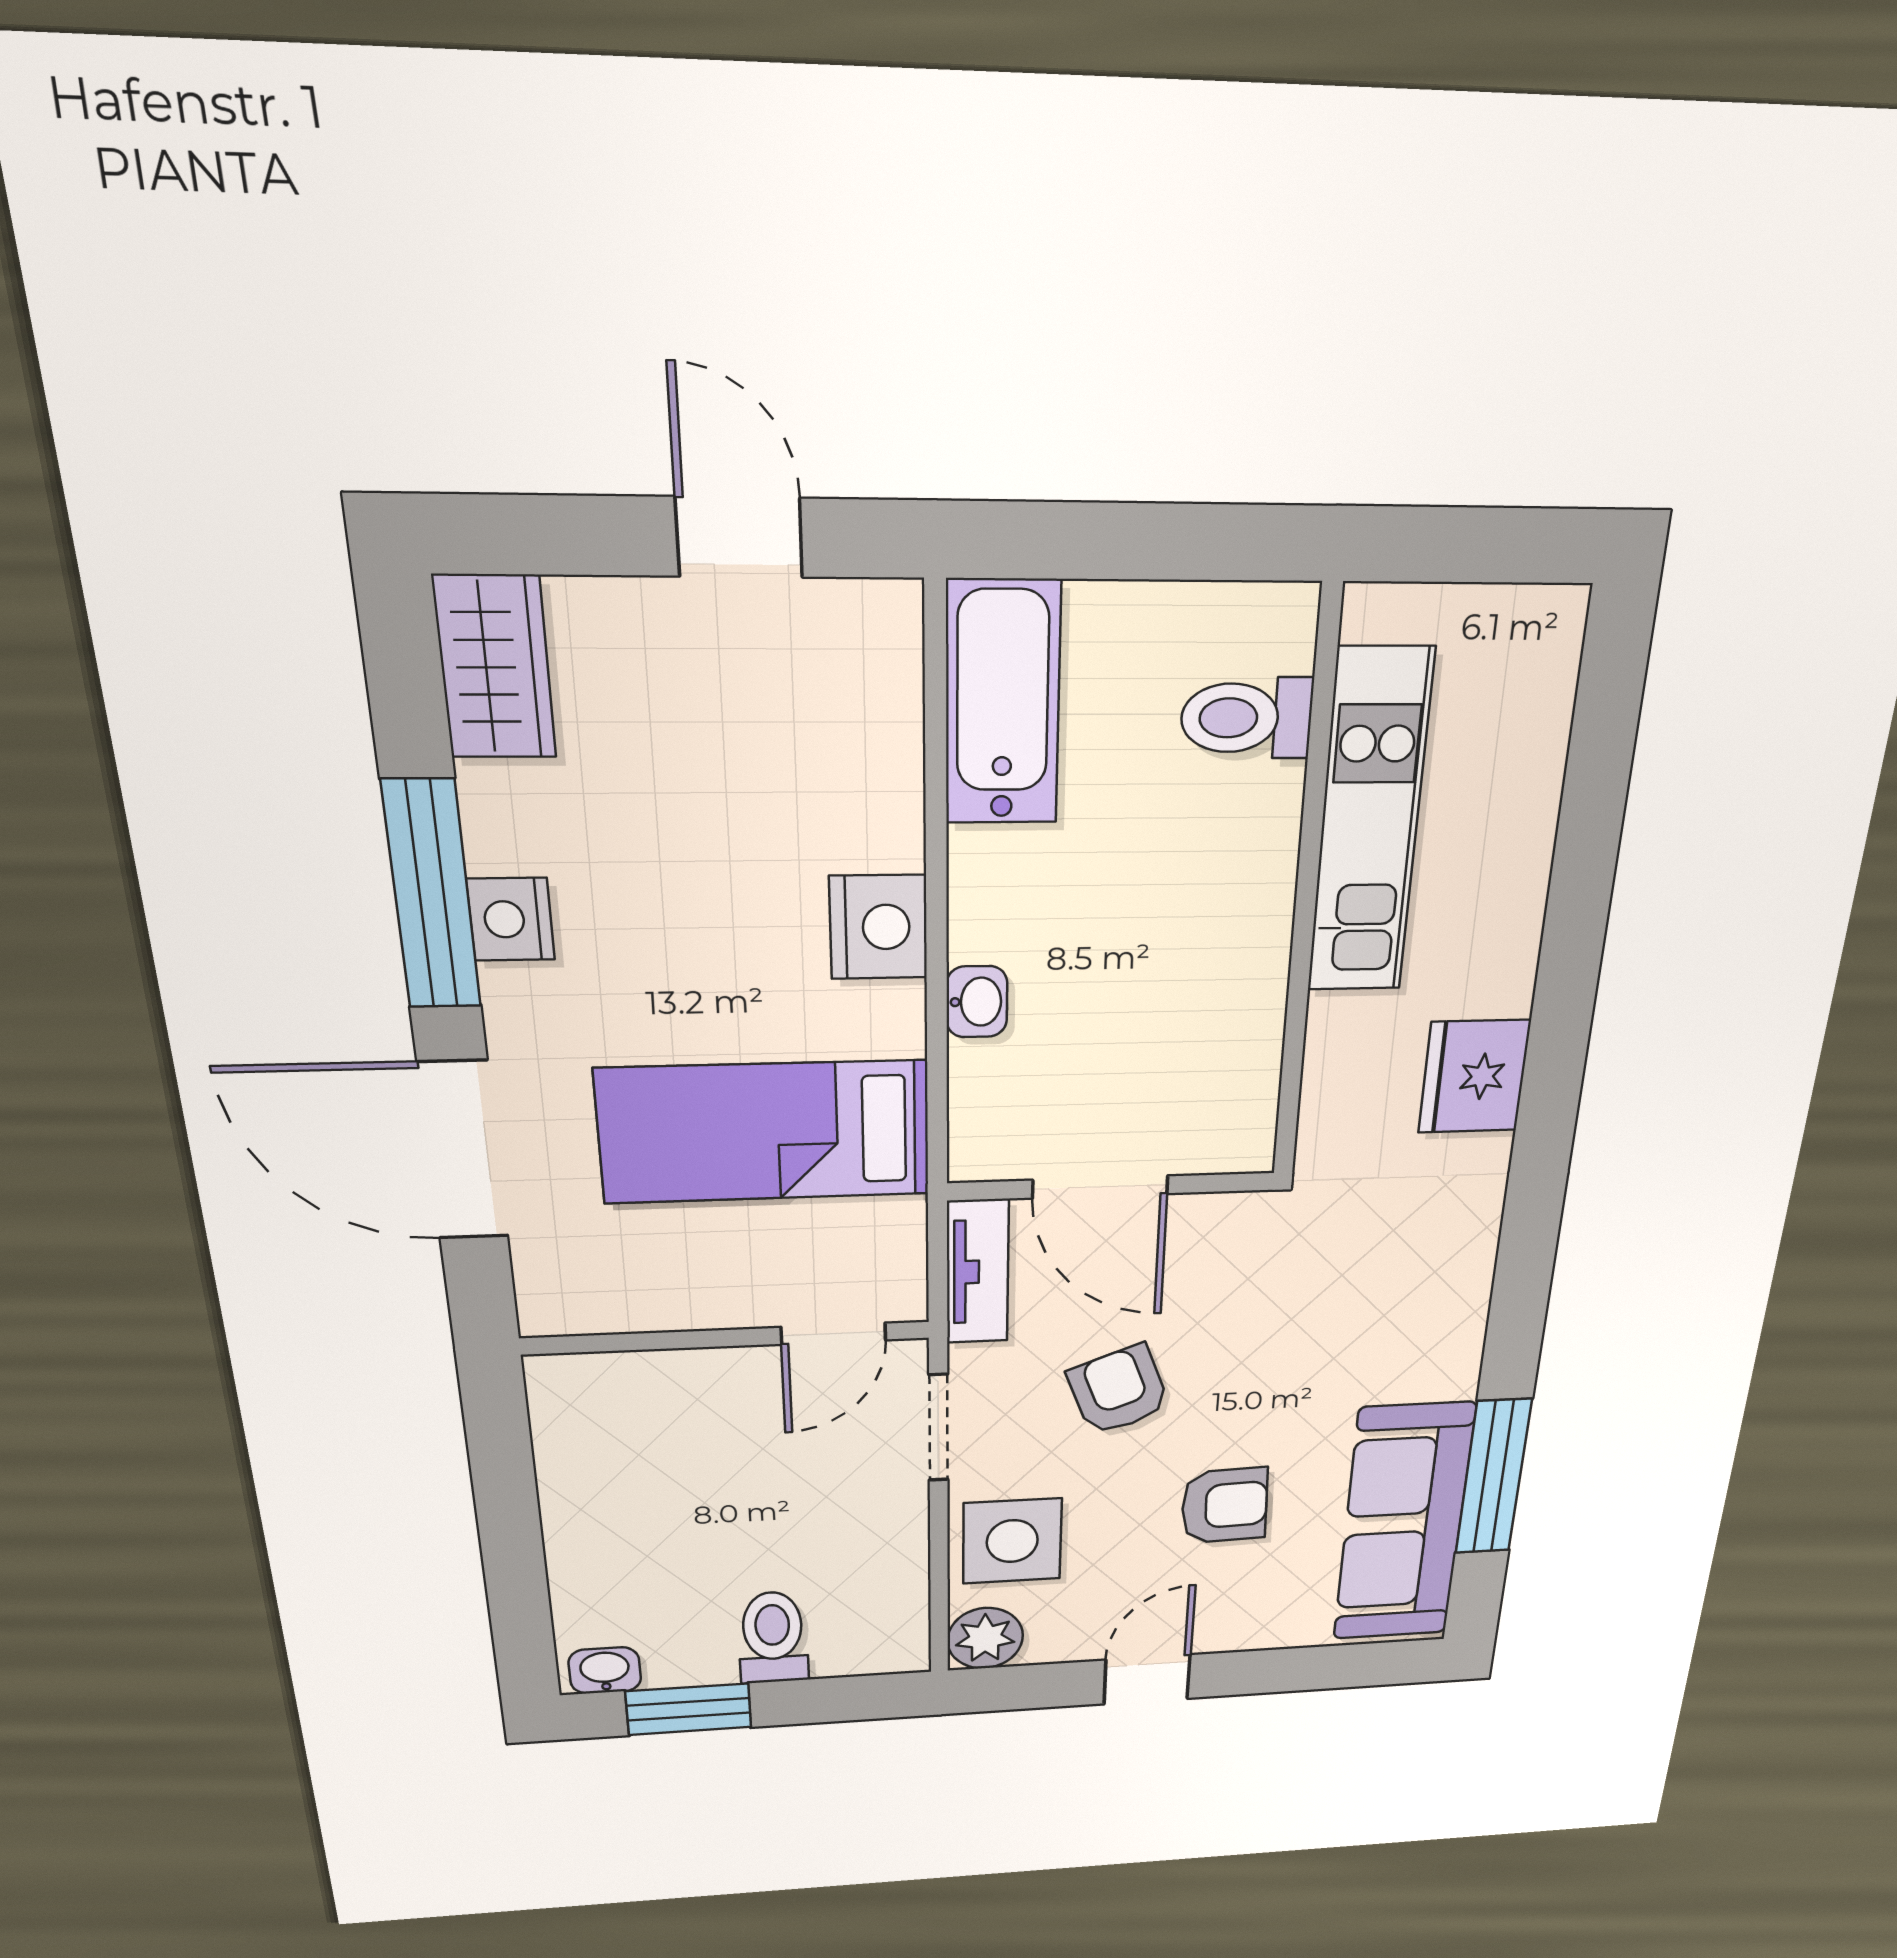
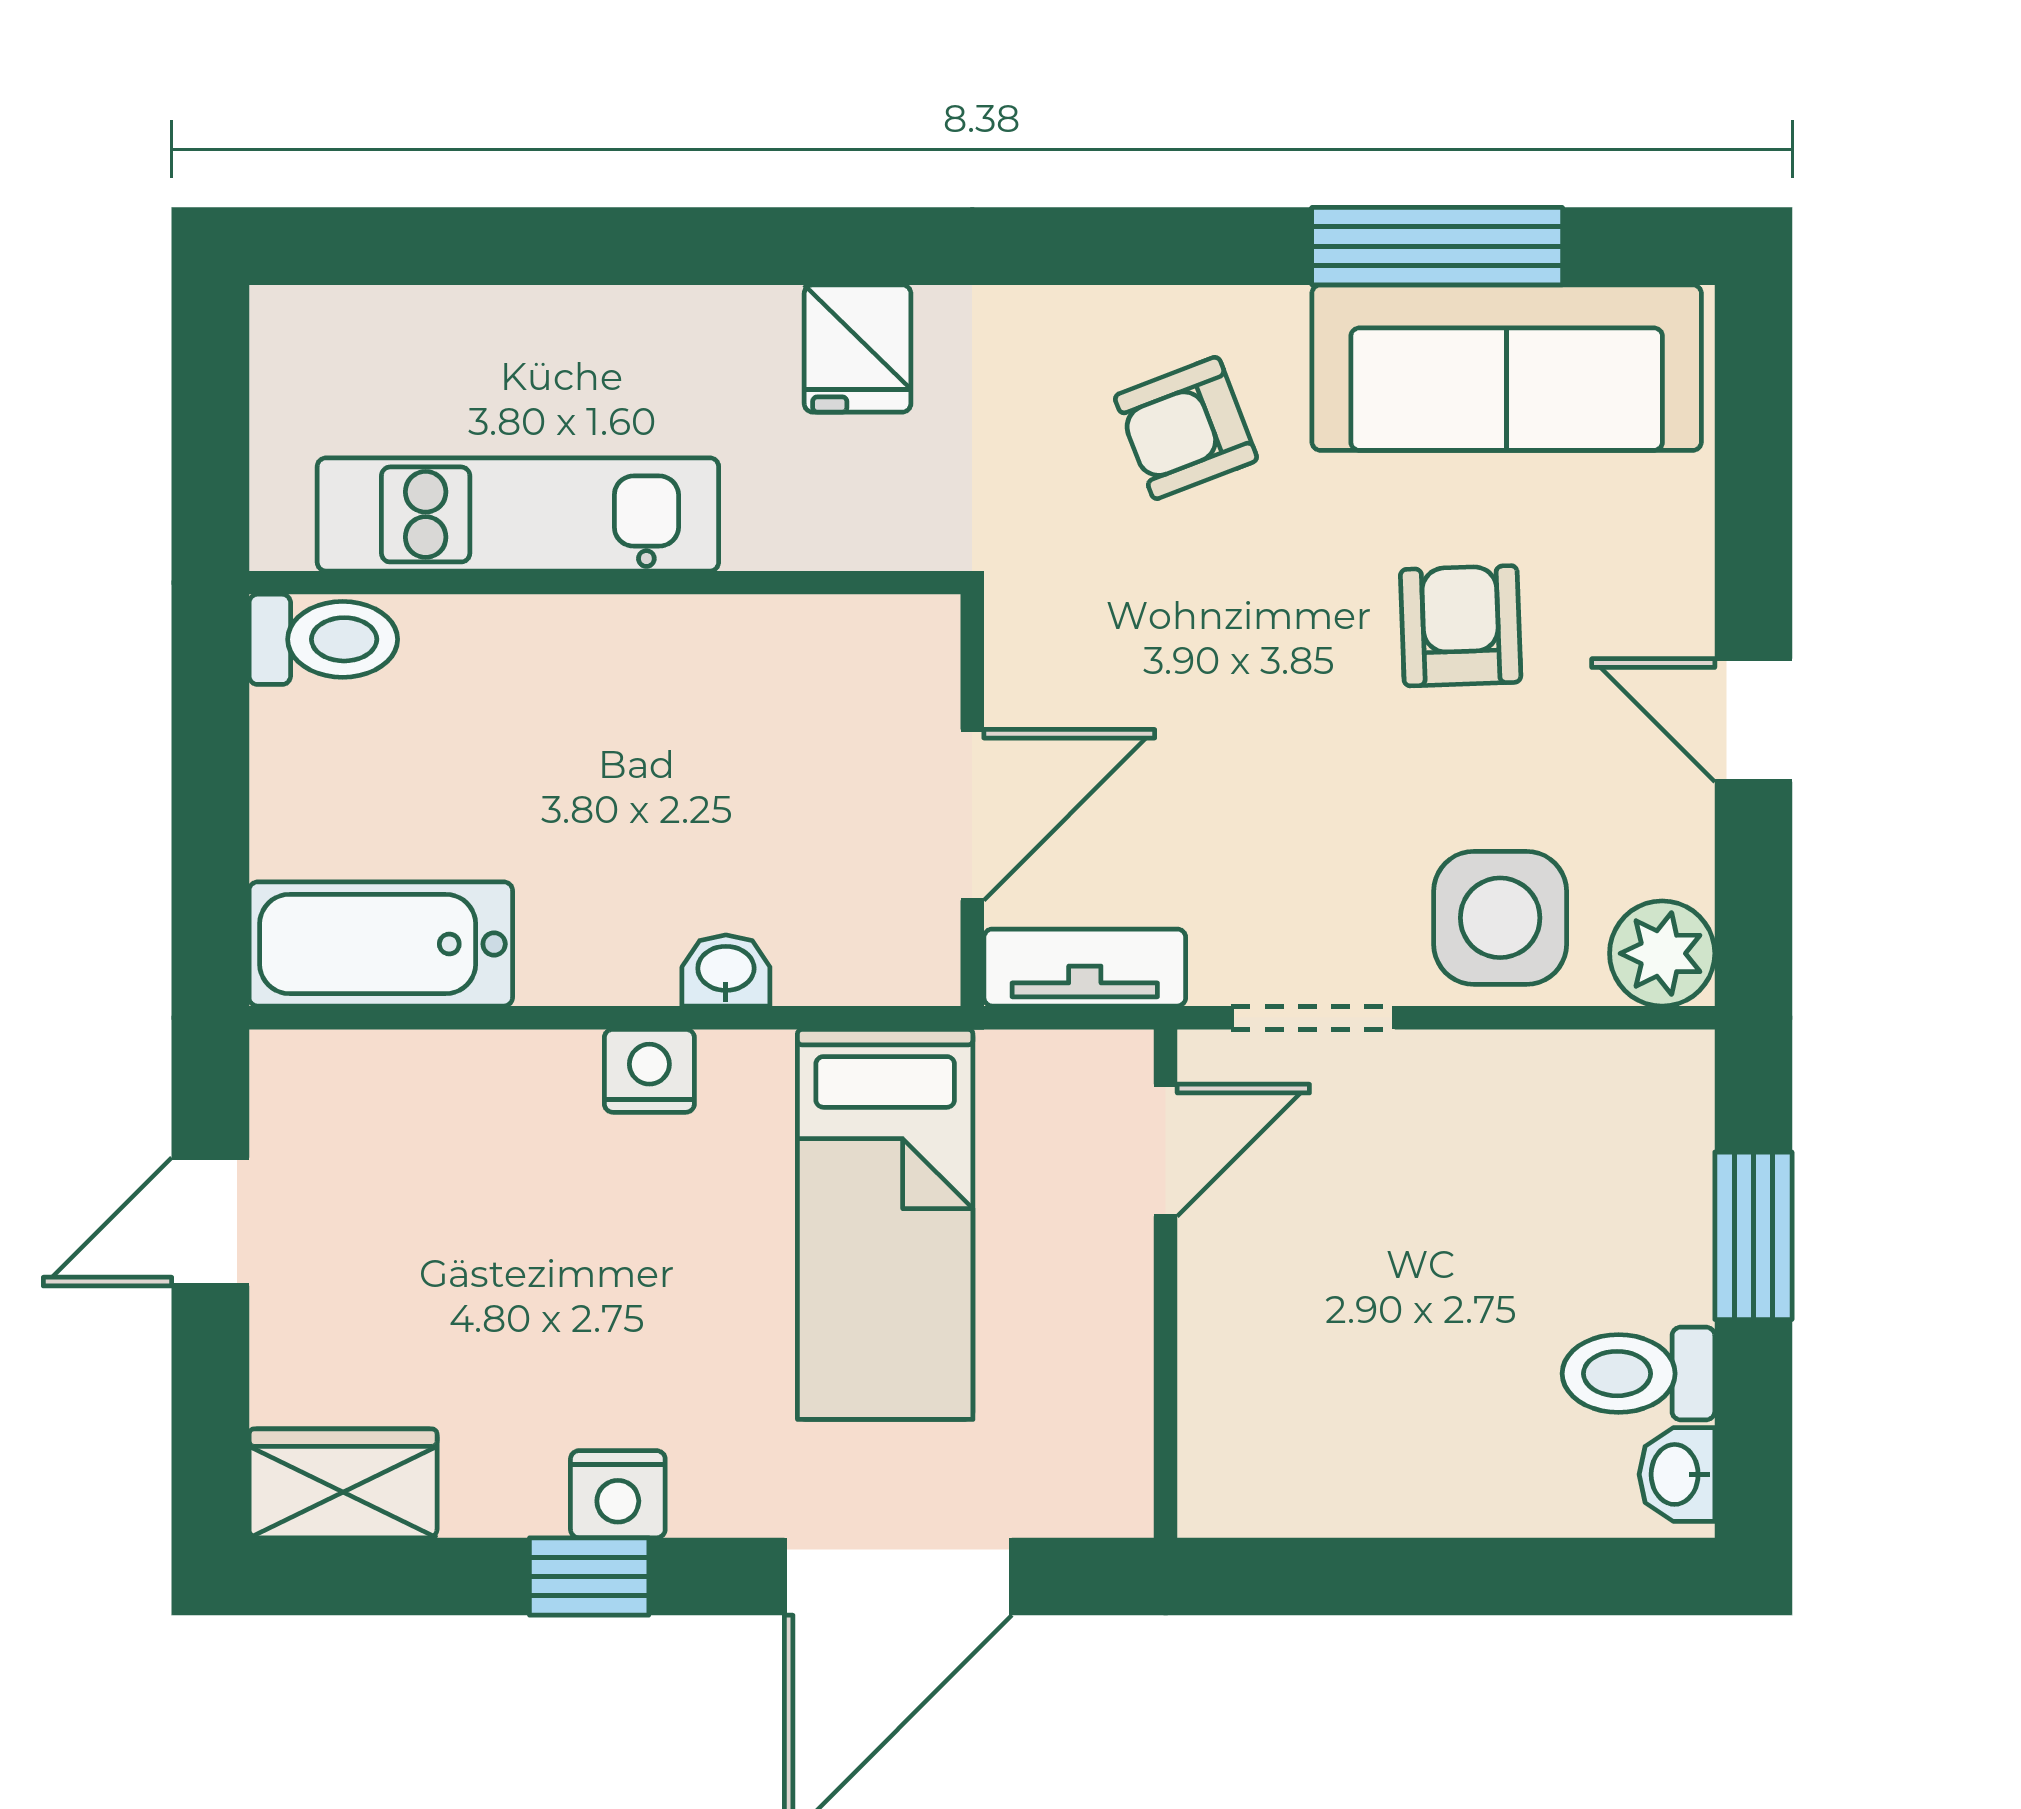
toilet: (1247, 718) -> (323, 639), moved, turned -90
window: (432, 895) -> (589, 1577), width x0.46
nightstand: (878, 927) -> (649, 1071), width x0.74, depth x0.75
fridge: (1474, 1077) -> (858, 348), width x0.72
door: (833, 1334) -> (1166, 1150), hinge flipped
armchair: (1118, 1390) -> (1186, 428), moved
toilet: (773, 1638) -> (1638, 1374), moved
window: (689, 1709) -> (1753, 1236), moved

